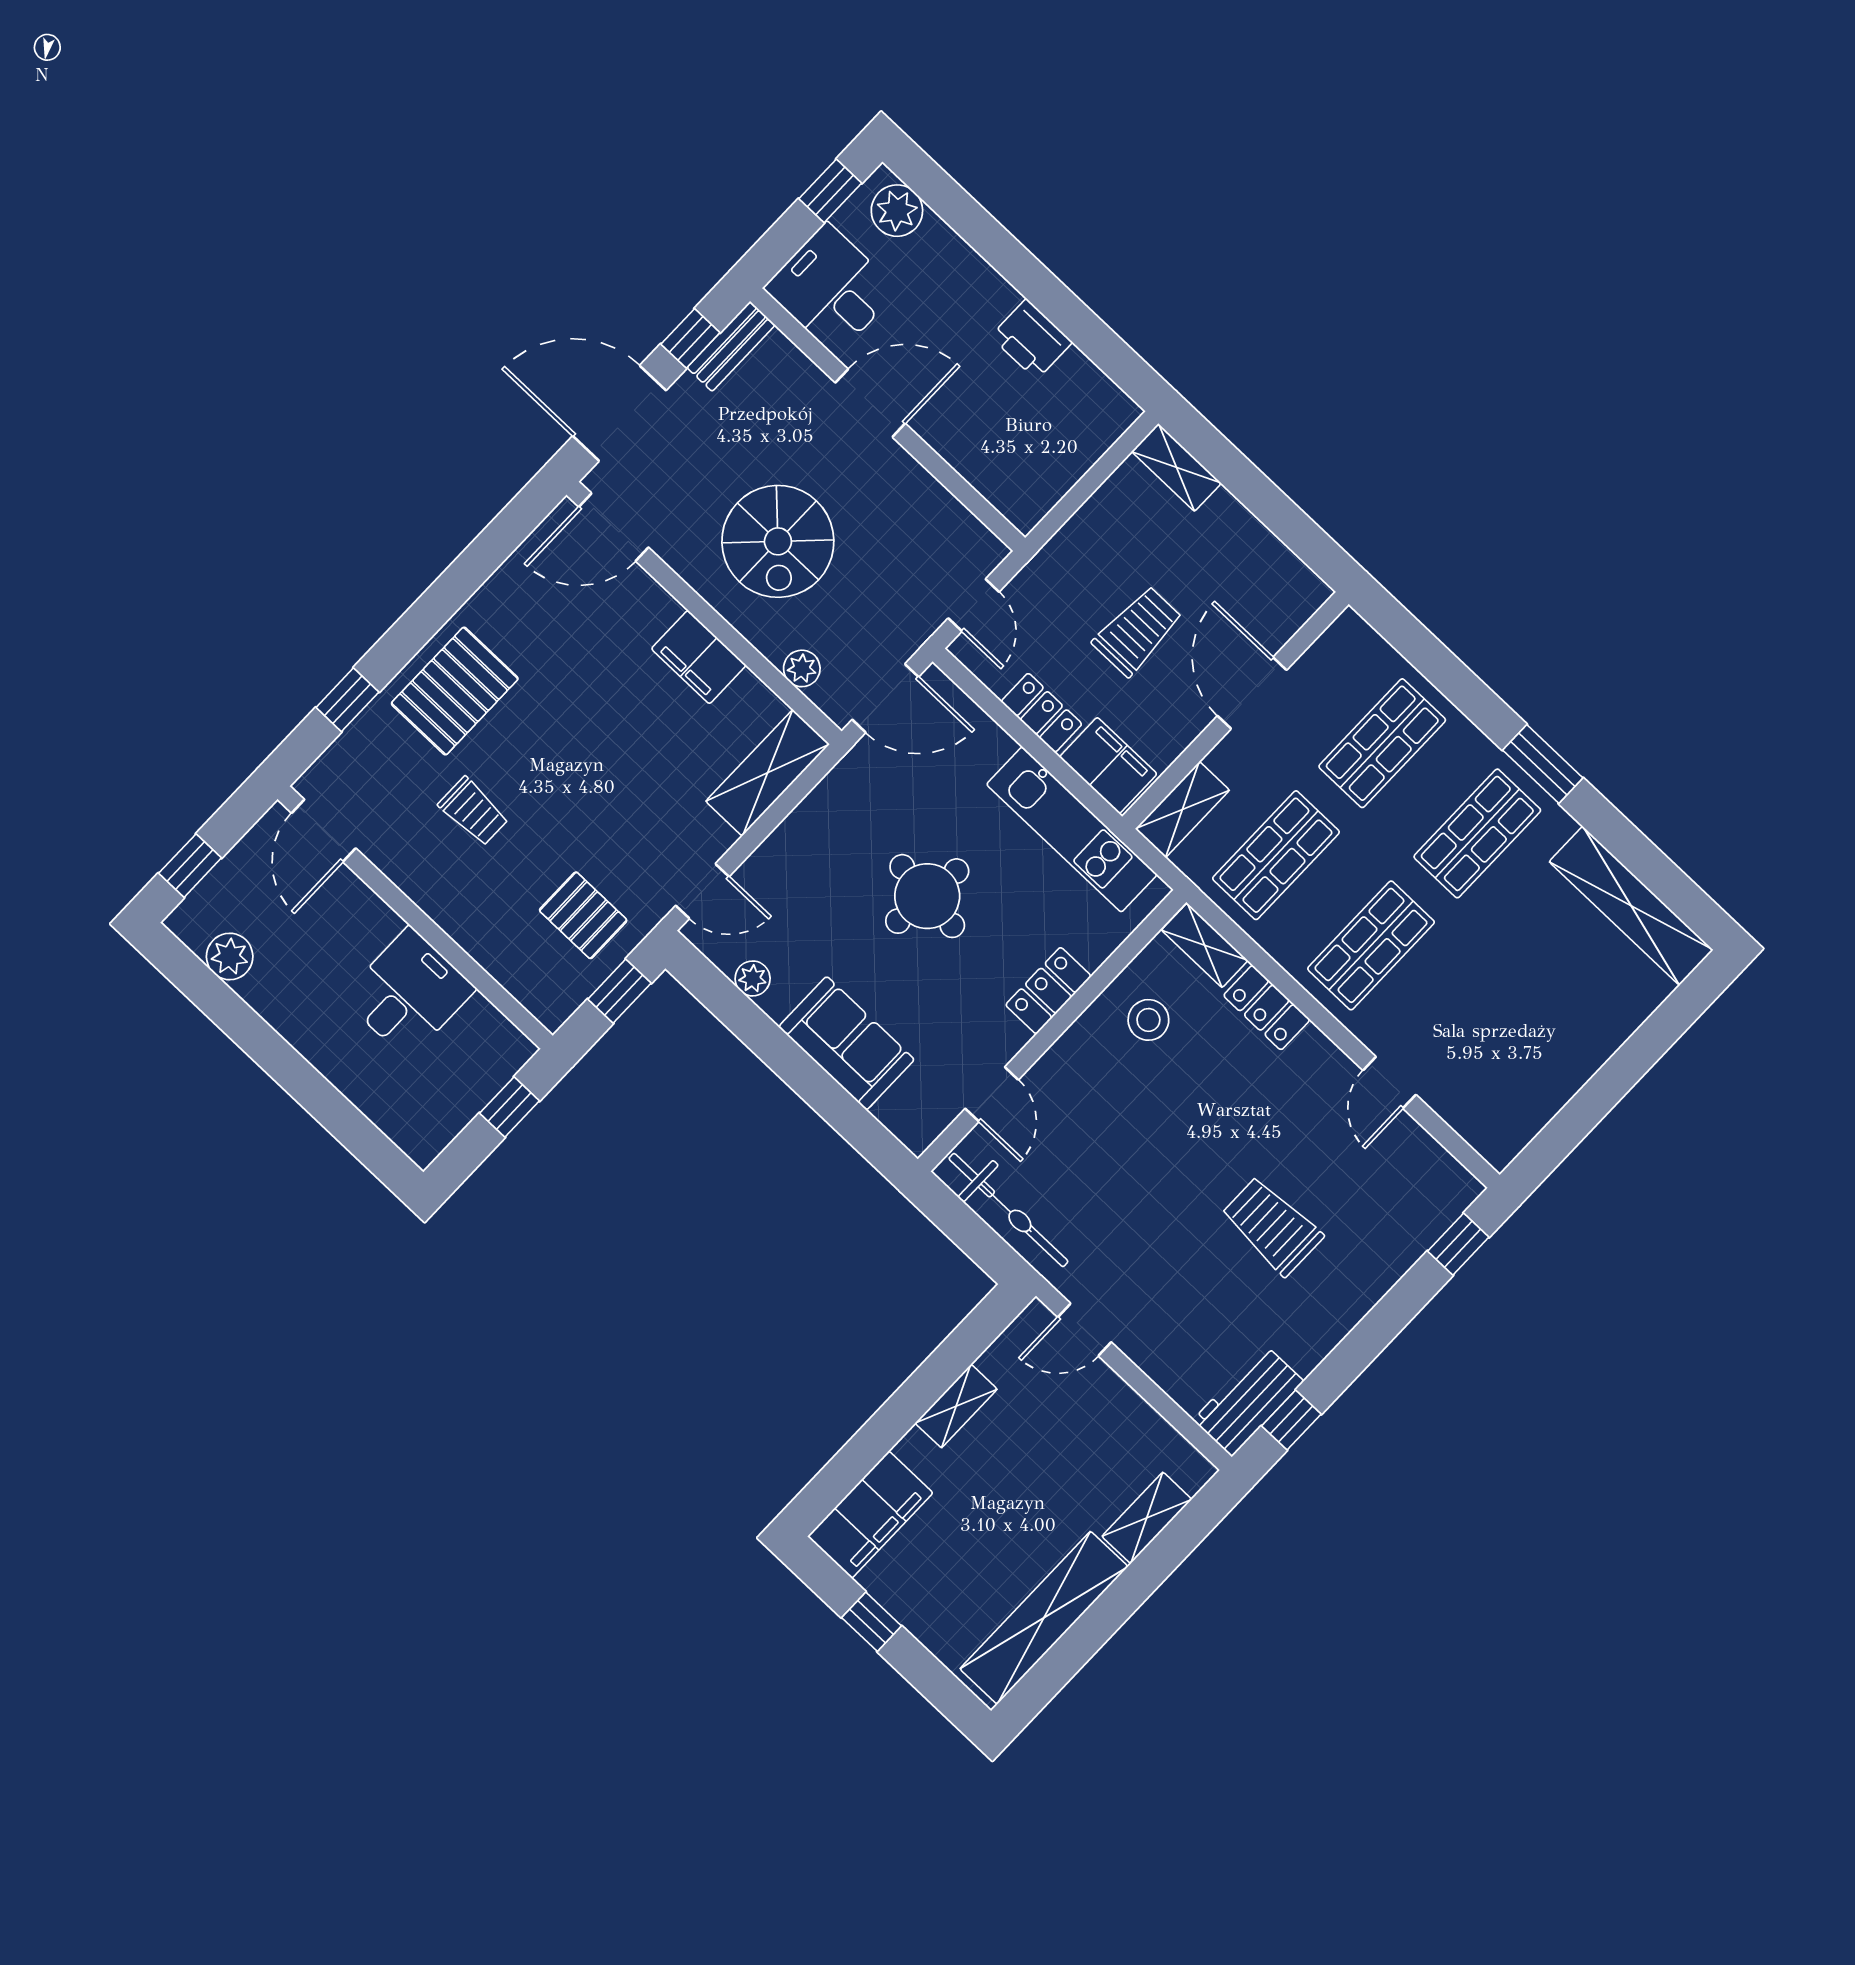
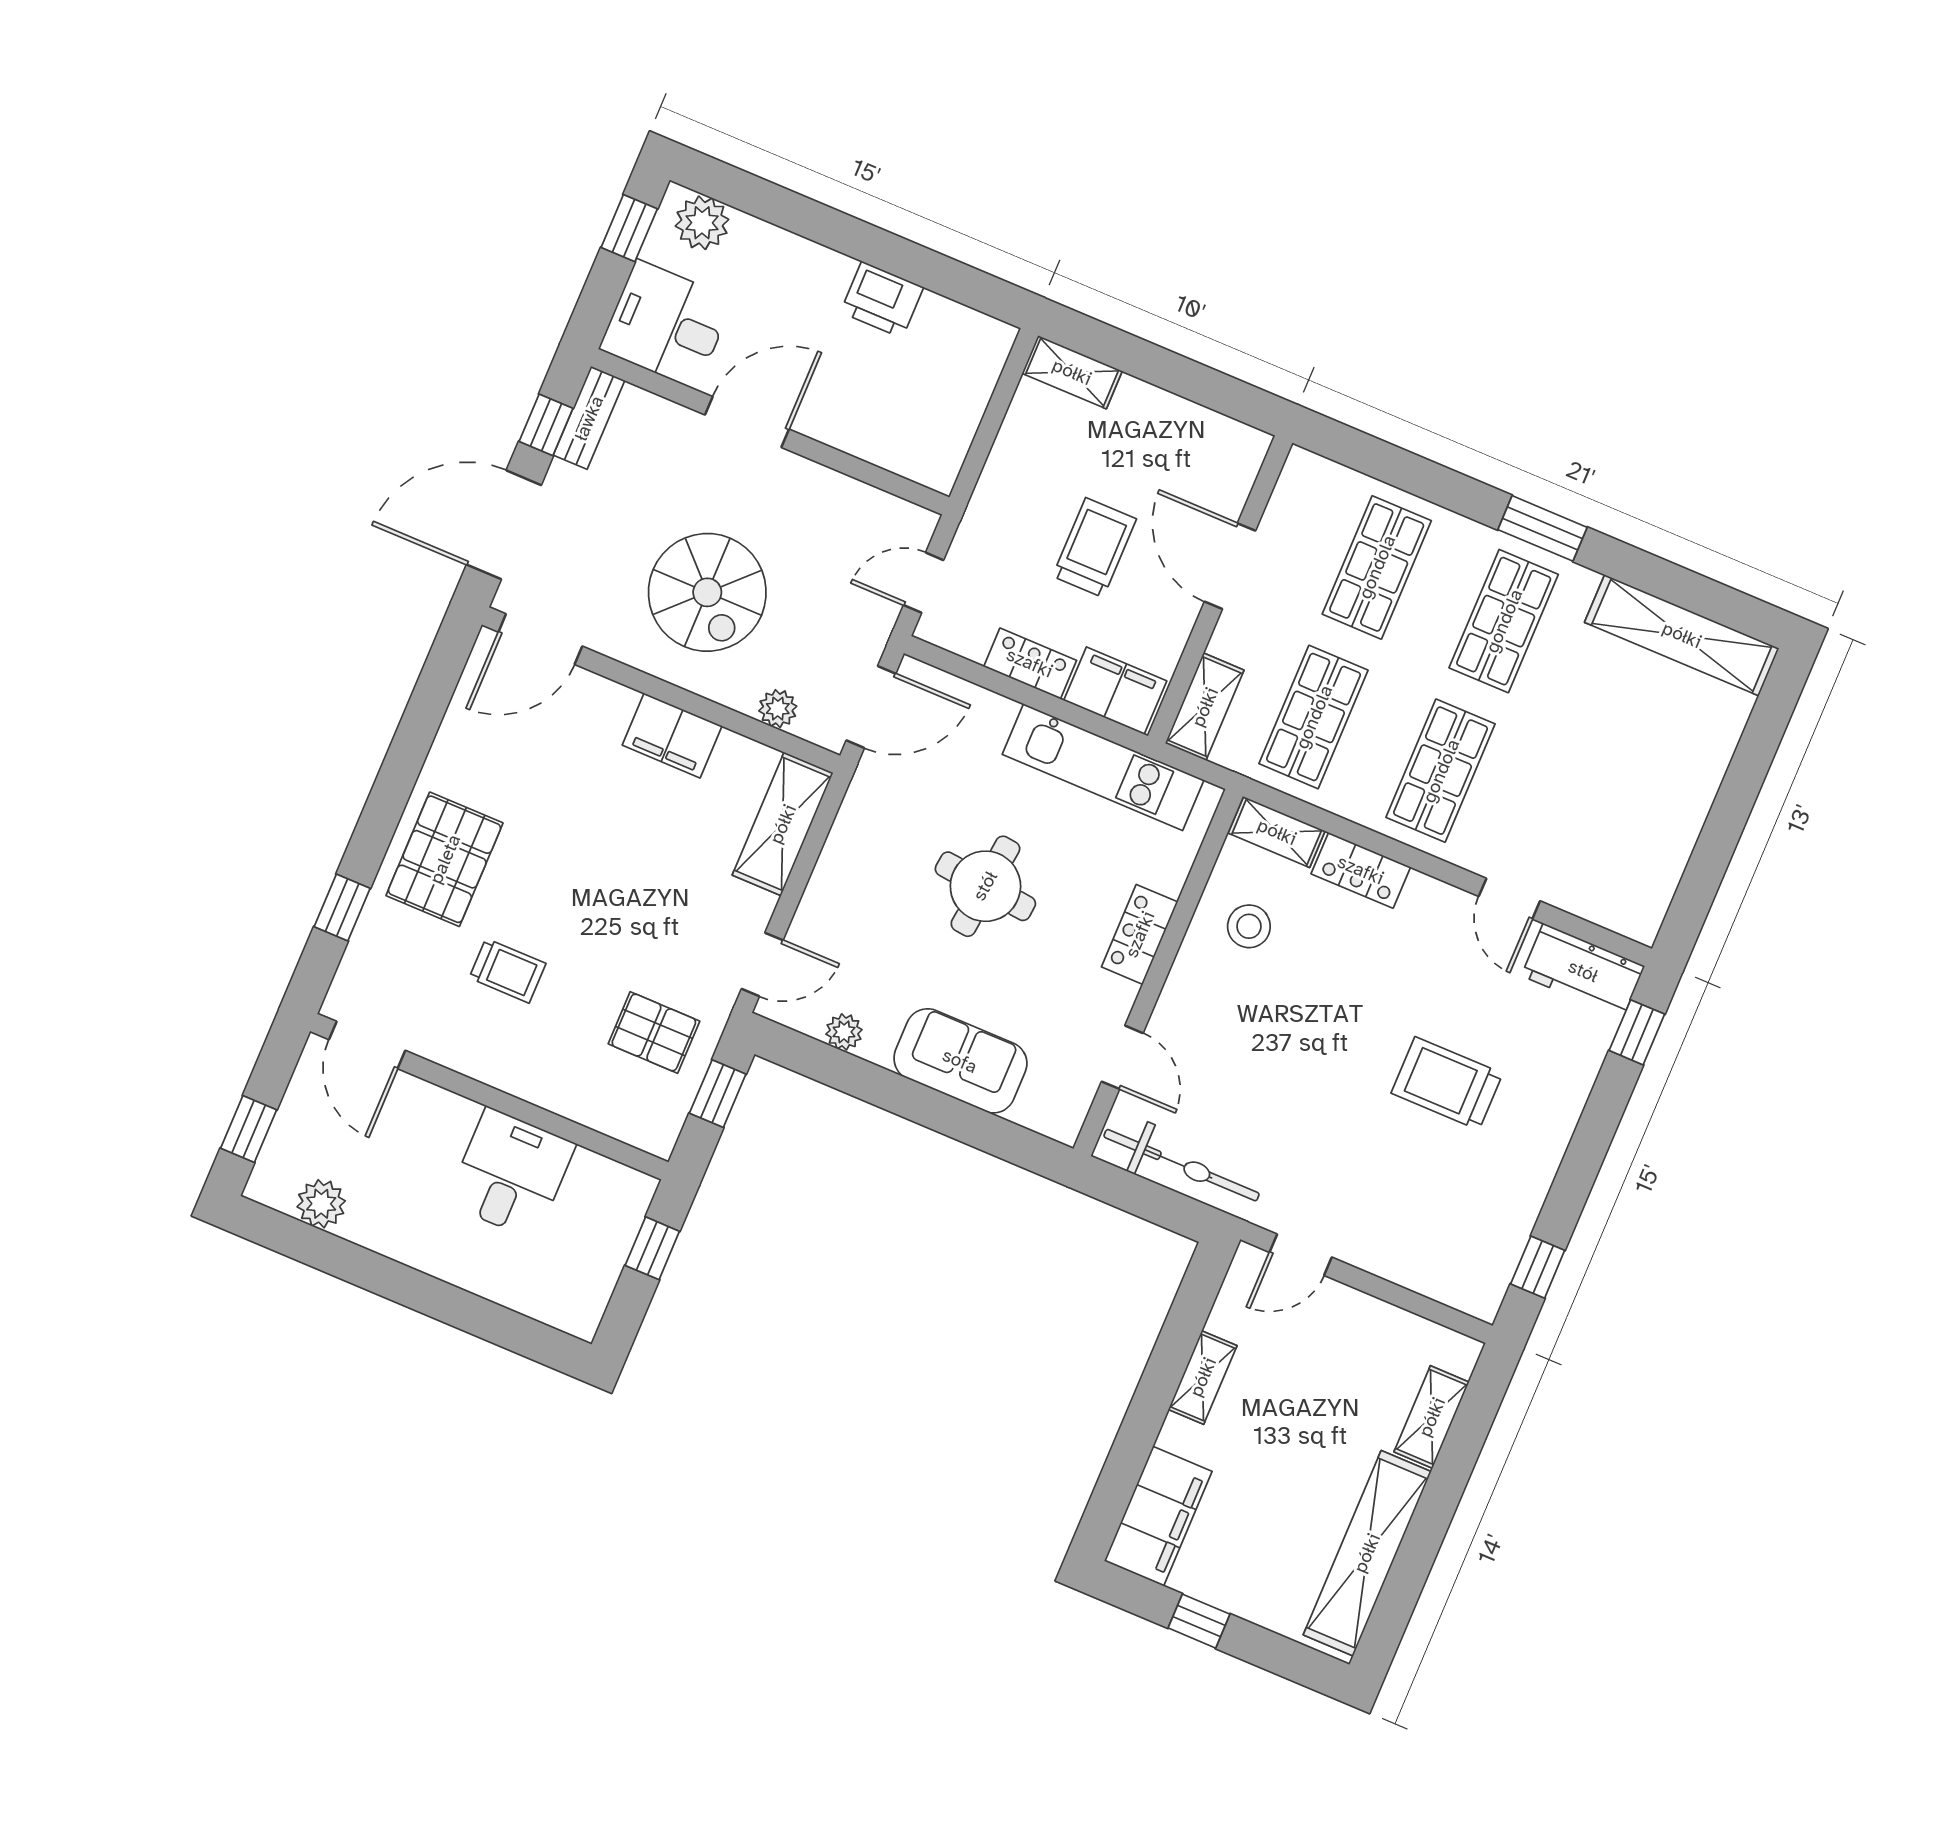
door: (974, 605) -> (924, 583), swing flipped
workbench: (1248, 1401) -> (1583, 971), moved, turned -90

